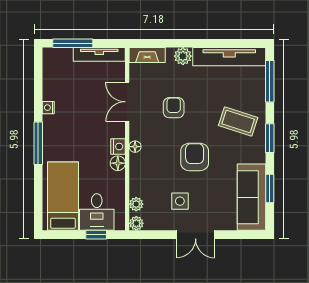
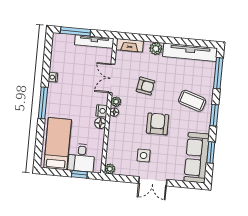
armchair: (174, 108) -> (145, 86), turned 100
plant: (136, 204) -> (116, 102), moved

